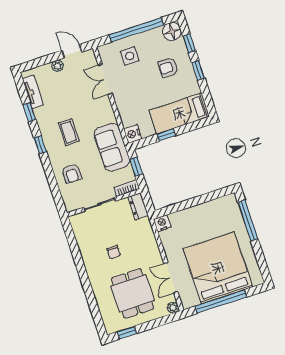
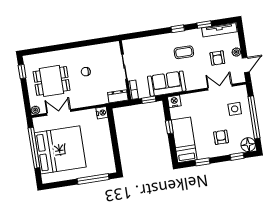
window: (198, 70) -> (203, 162), moved
tv unit: (33, 92) -> (219, 30), width x1.41
armchair: (72, 174) -> (217, 58), moved, turned -90

